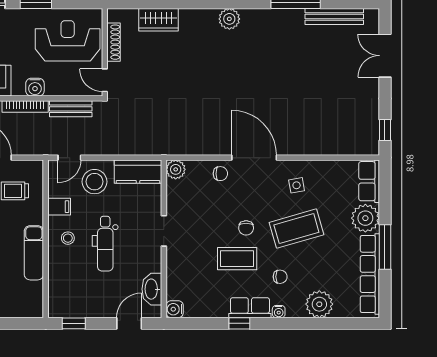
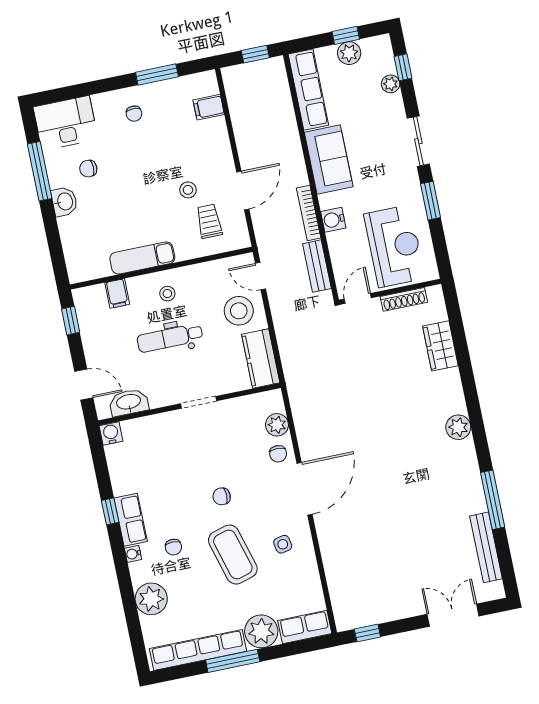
plant: (176, 169) -> (277, 425), moved
filing cabinet: (59, 207) -> (117, 293), moved
coffee table: (237, 259) -> (184, 493), removed

